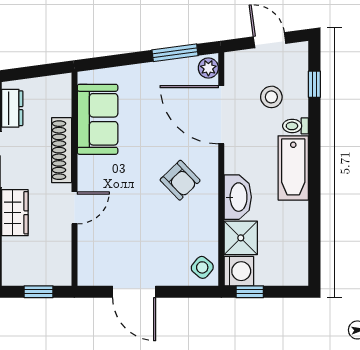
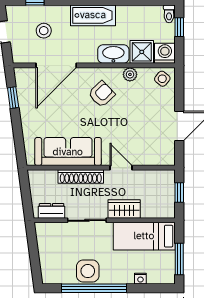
window: (175, 53) -> (13, 98), width x0.67
plant: (208, 68) -> (130, 74), moved
sofa: (98, 119) -> (68, 152), width x1.36
toilet: (296, 126) -> (169, 14), moved
window: (250, 292) -> (179, 27), moved

